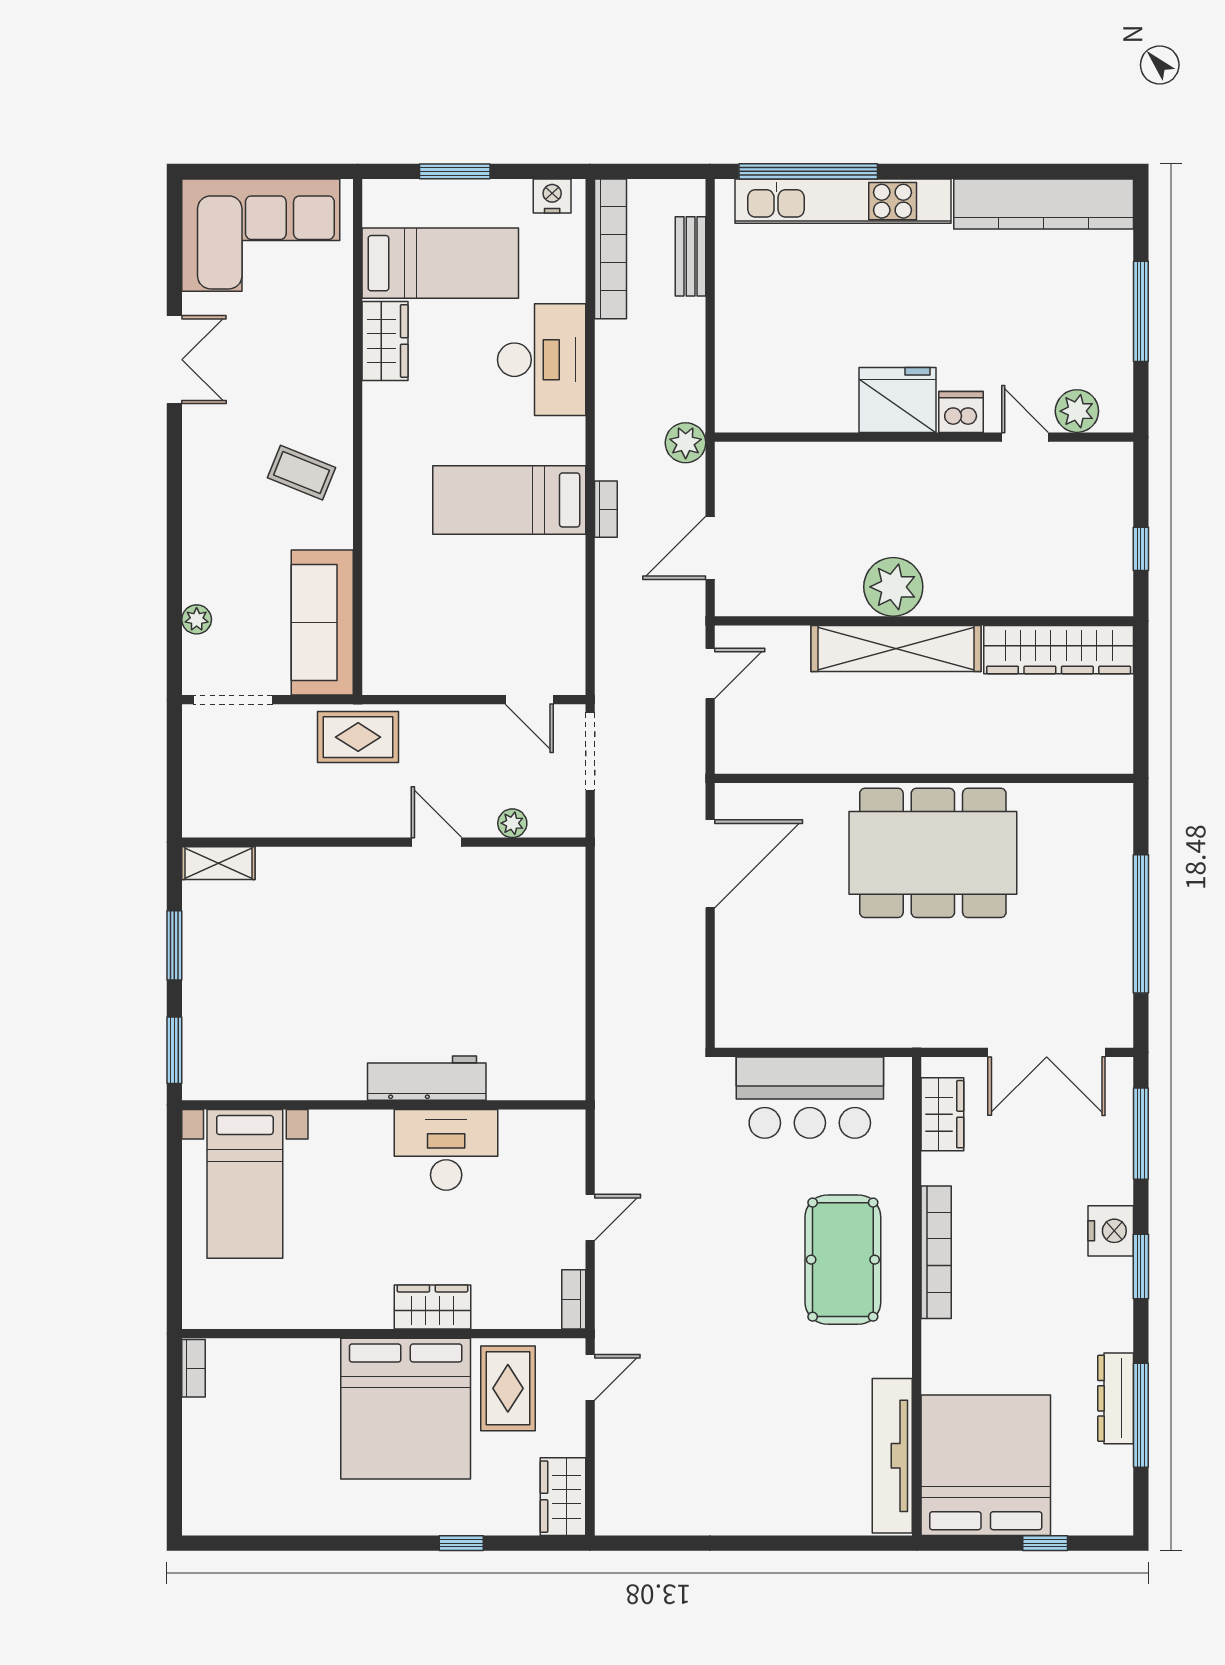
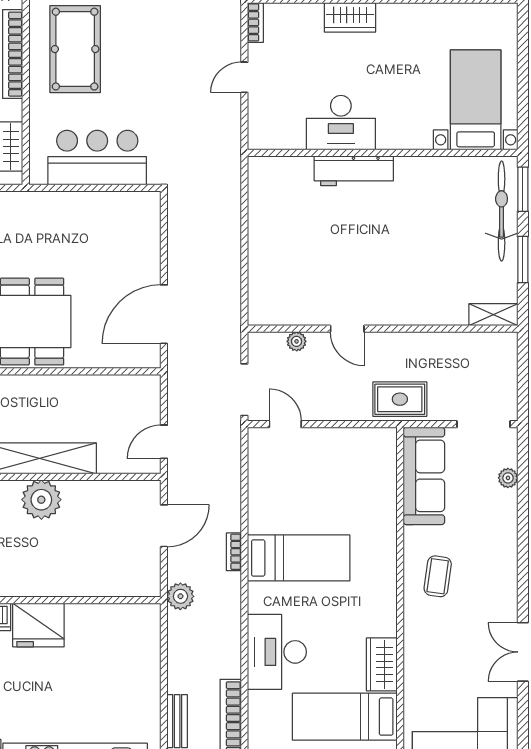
coffee table: (302, 473) -> (438, 576), turned 76
bicycle: (206, 1018) -> (502, 211), added

